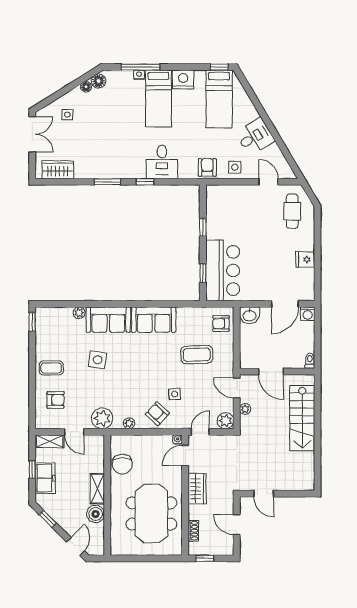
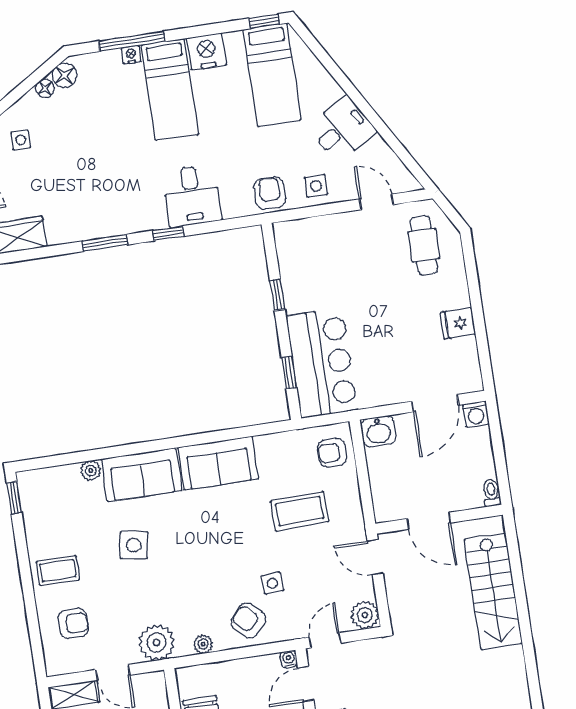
plant: (245, 409) -> (395, 590), removed

